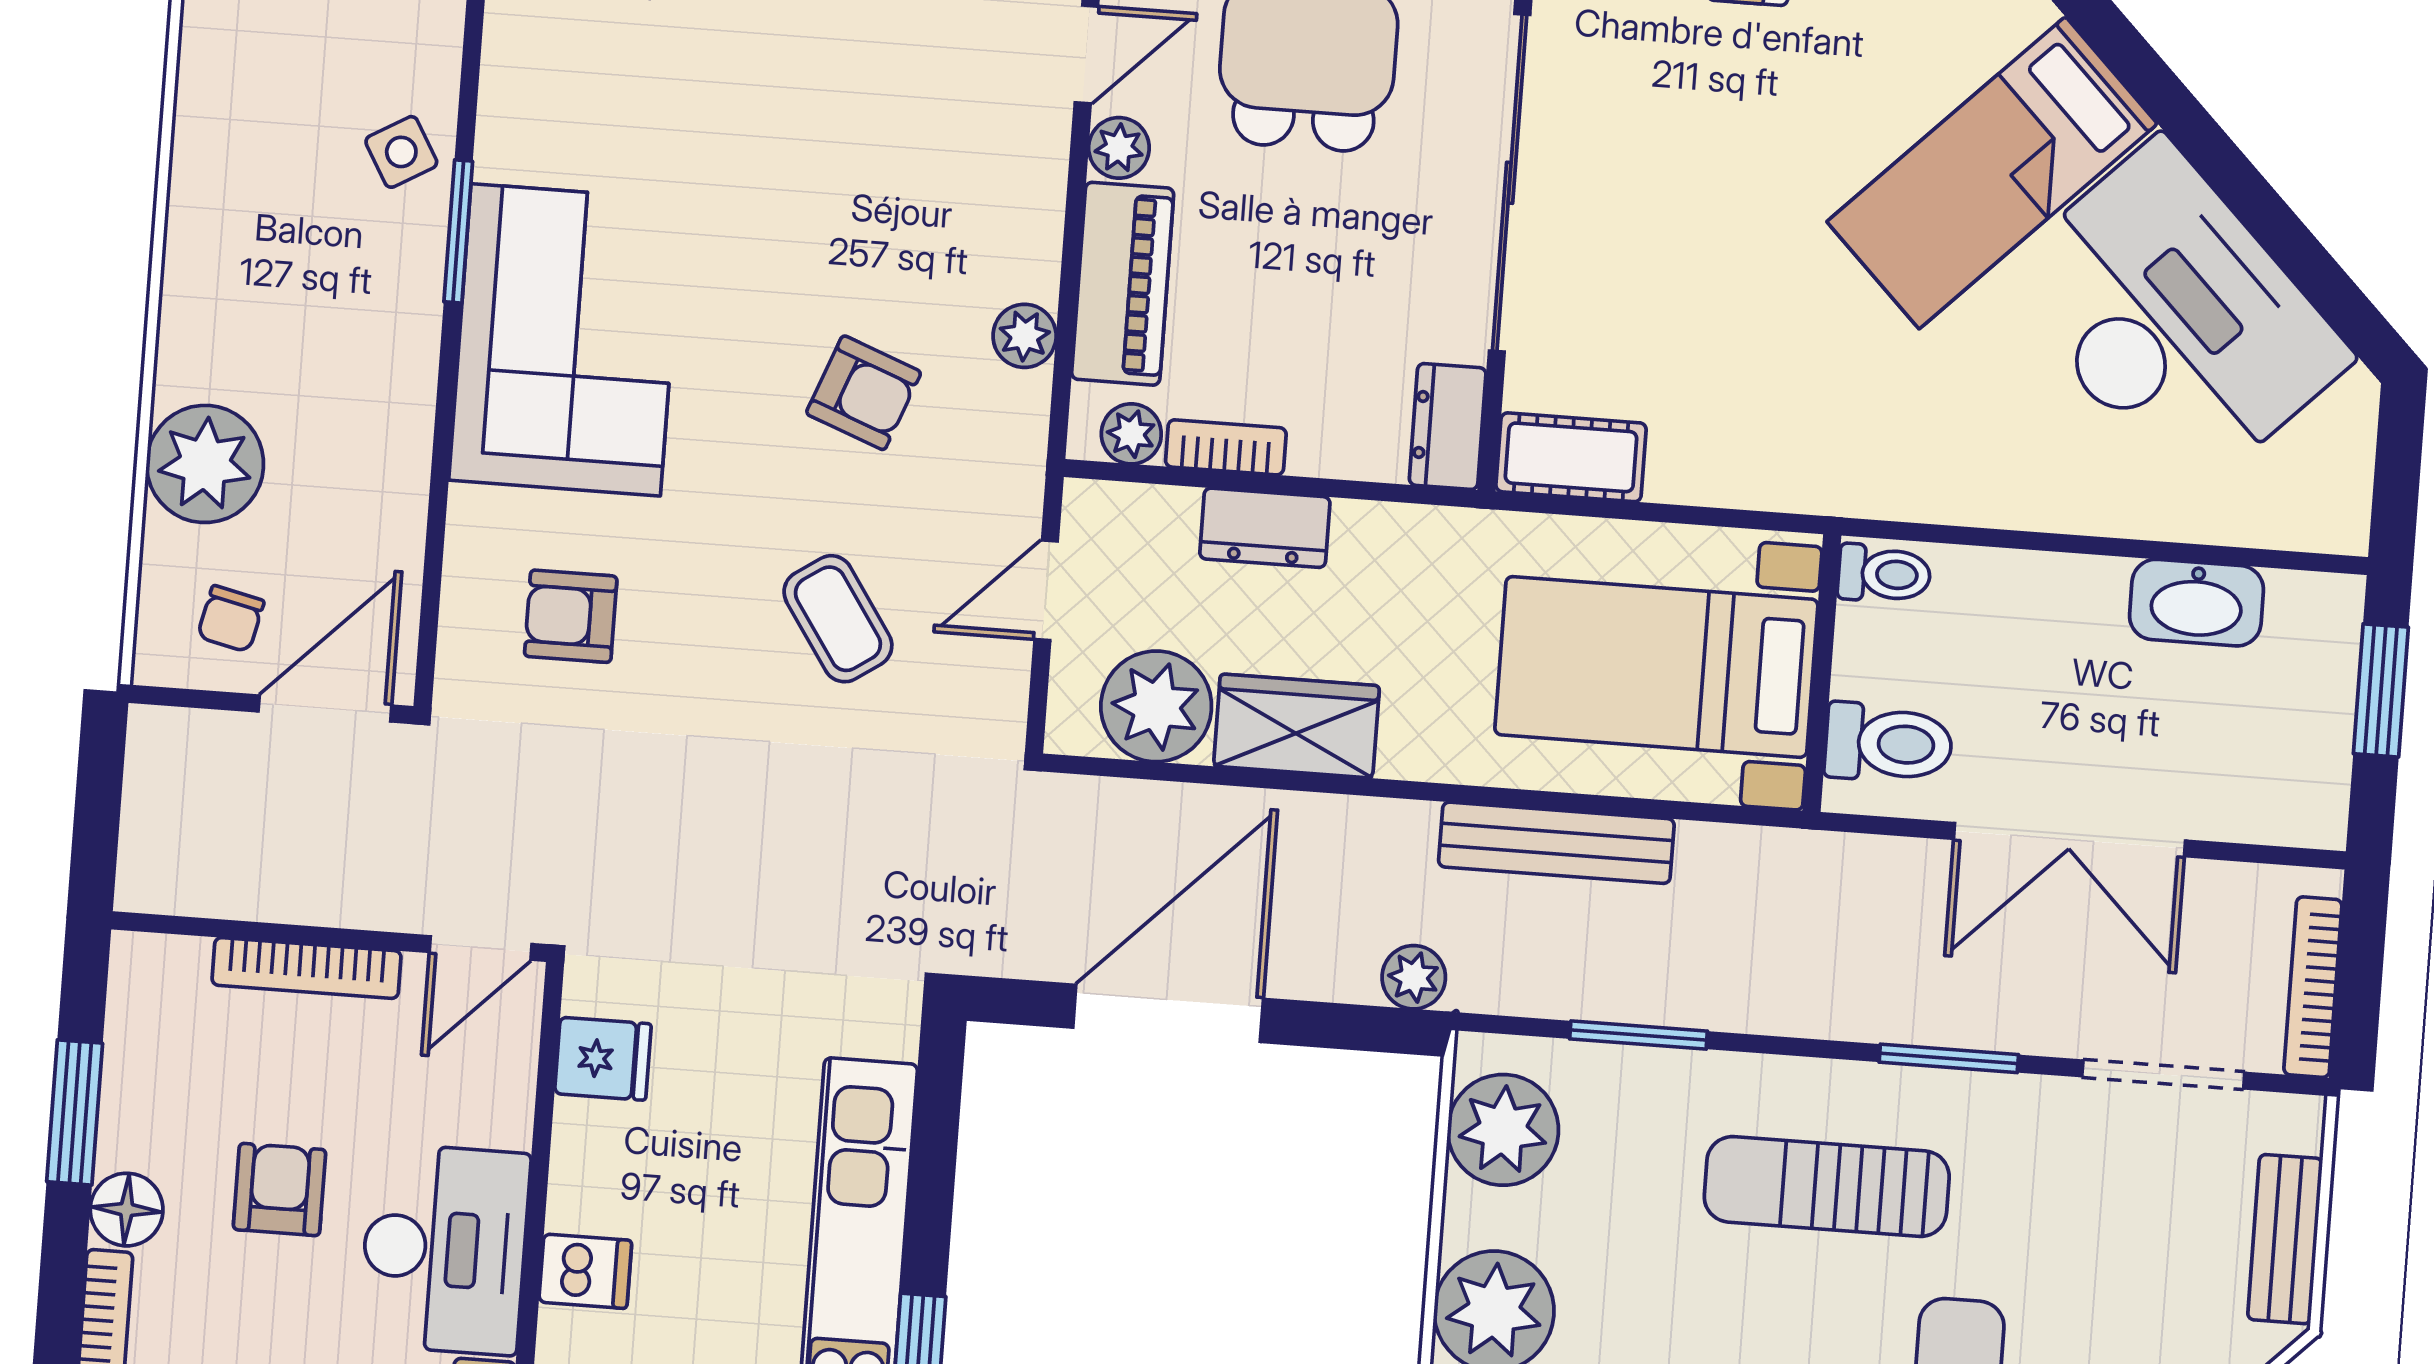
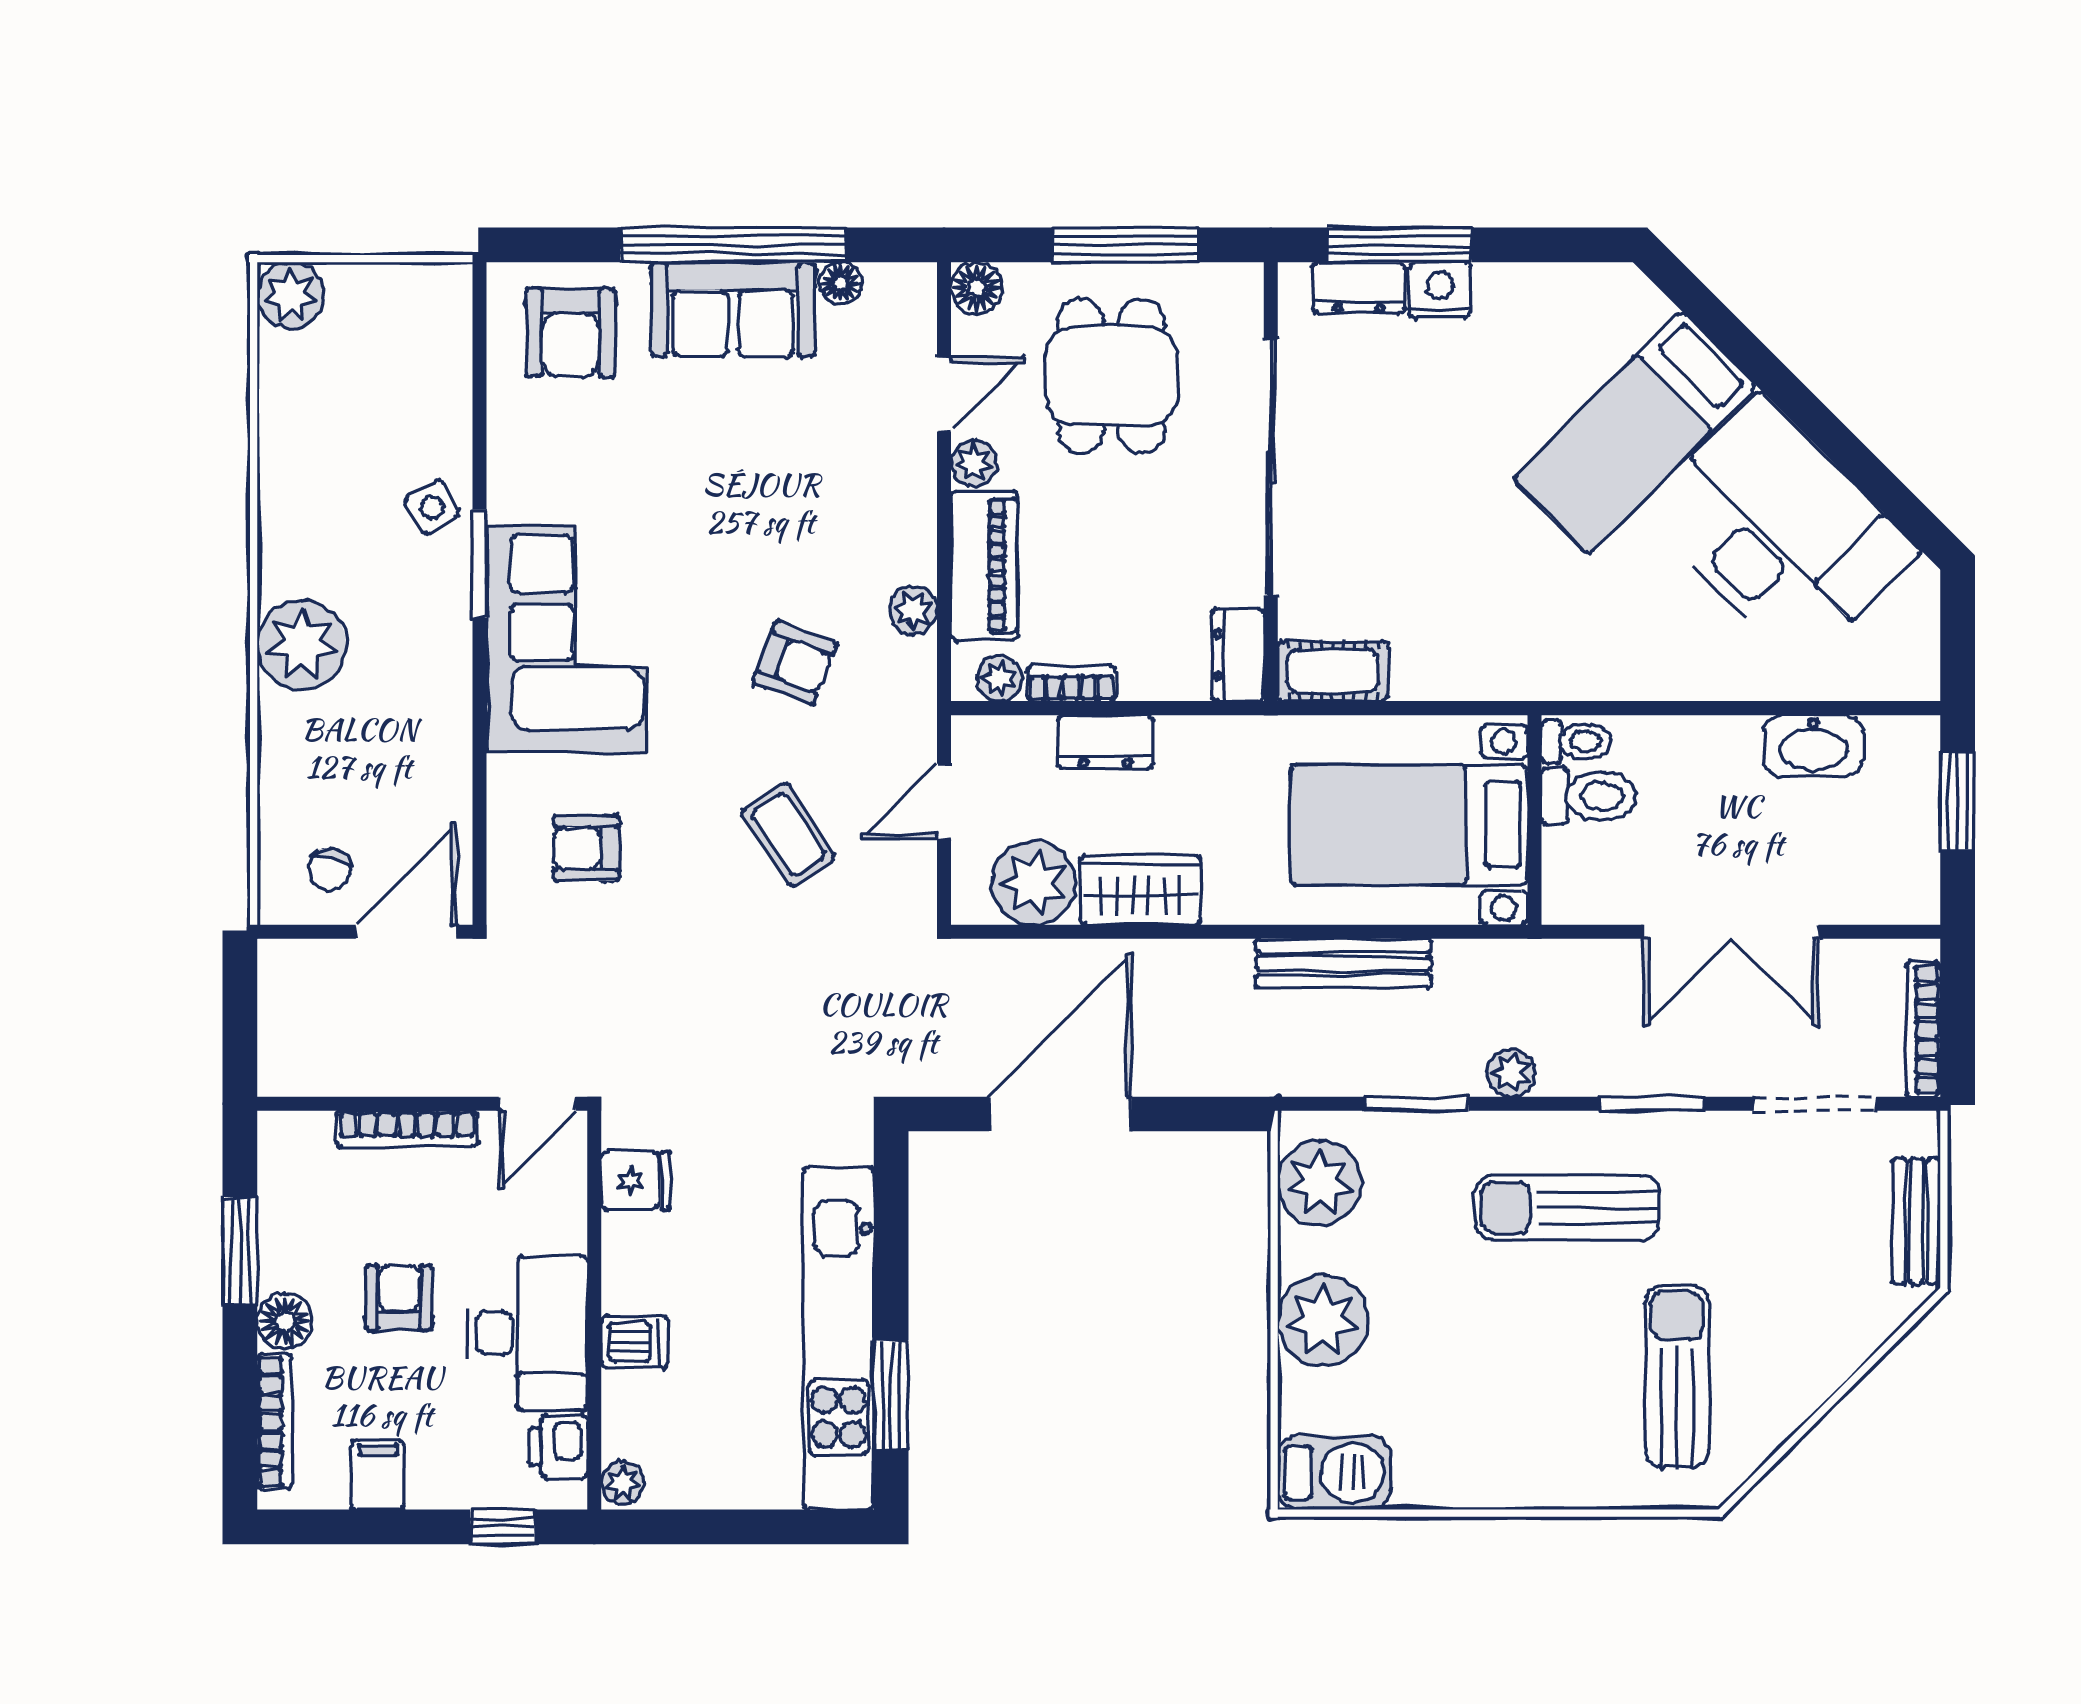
plant: (205, 464) -> (302, 645), moved
toilet: (1889, 743) -> (1589, 796), moved
plant: (1414, 977) -> (1511, 1073), moved

